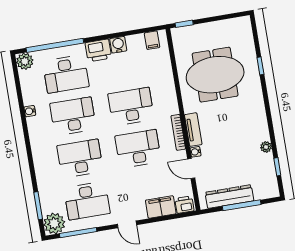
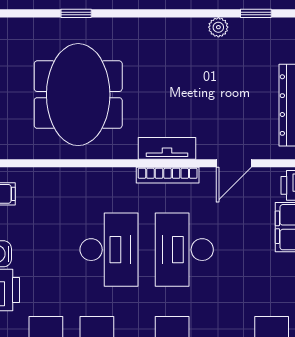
desk: (131, 107) -> (109, 250), turned 180
water cooler: (196, 152) -> (206, 151), removed

